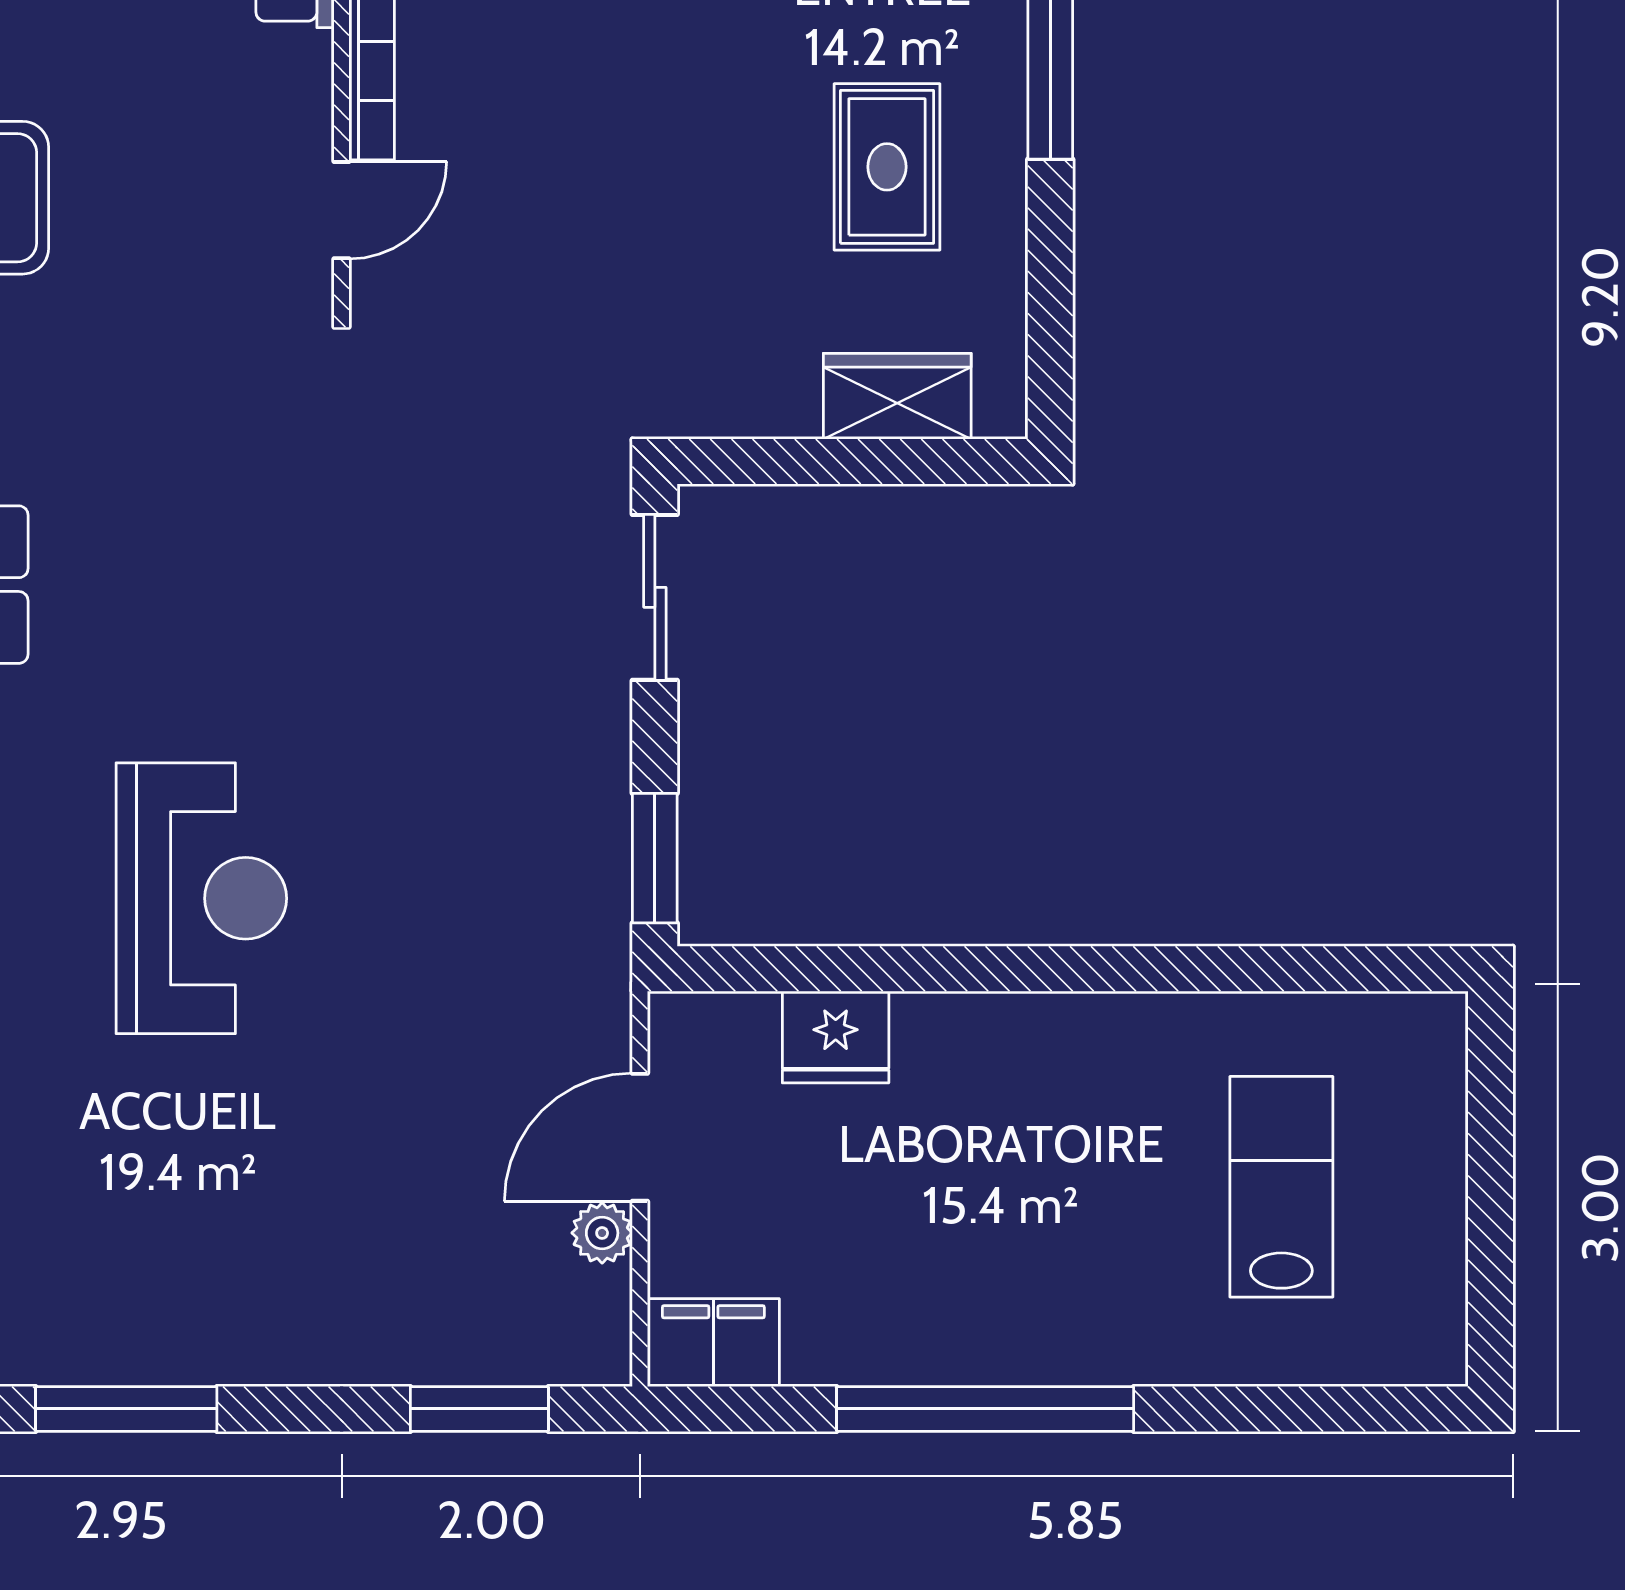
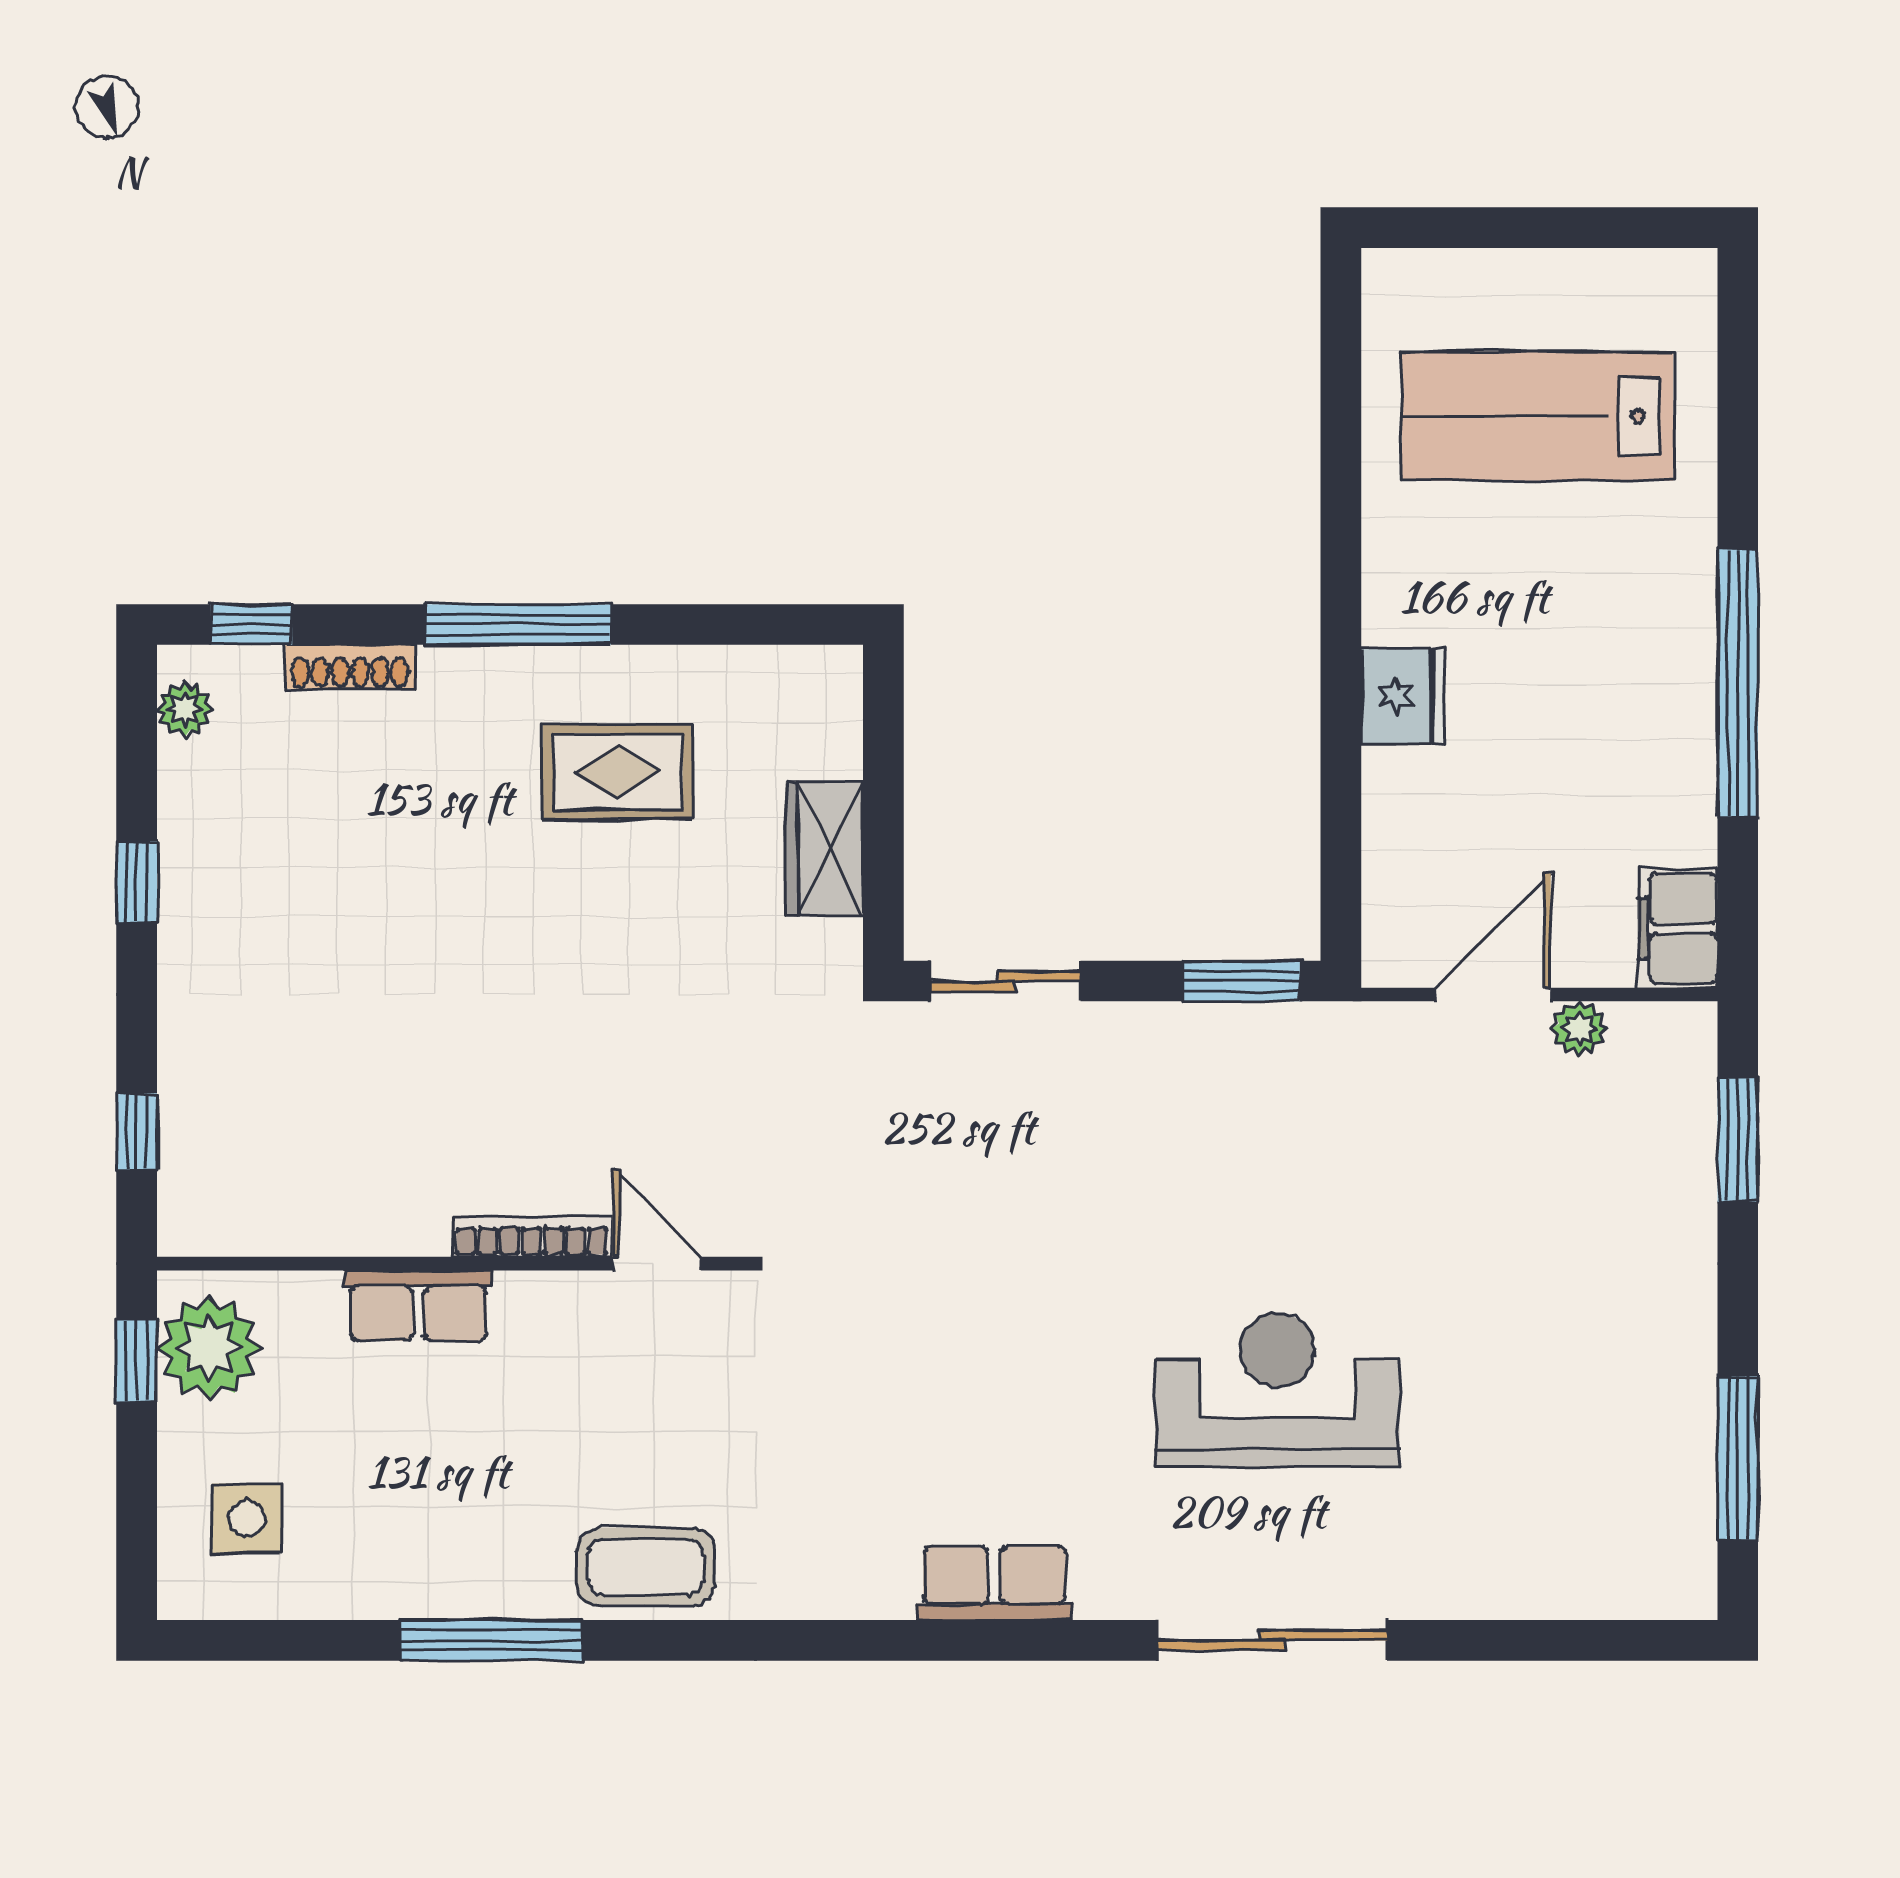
wardrobe: (897, 396) -> (825, 848), moved
fridge: (836, 1037) -> (1402, 696), moved
door: (640, 1137) -> (1493, 995), swing flipped
lab bench: (1281, 1187) -> (1537, 416), width x1.36, depth x1.39

